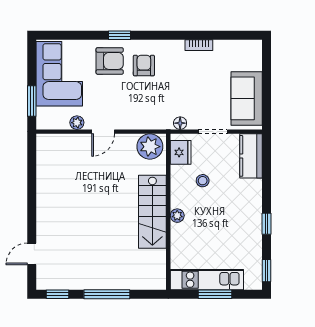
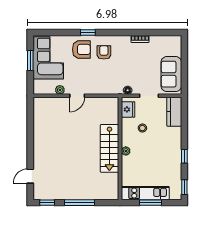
window: (32, 101) -> (30, 60), moved
plant: (150, 147) -> (108, 106), removed

